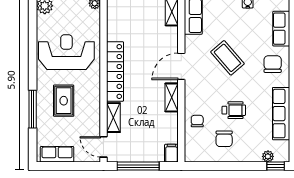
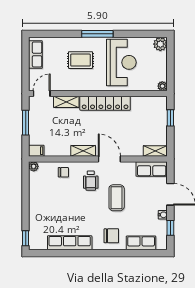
coffee table: (227, 58) -> (117, 198), turned -49
window: (33, 109) -> (97, 34), moved
wheelchair: (234, 110) -> (91, 181), moved
chair: (224, 139) -> (48, 195), removed
plant: (268, 156) -> (34, 166), moved
window: (138, 166) -> (26, 123), width x0.69

